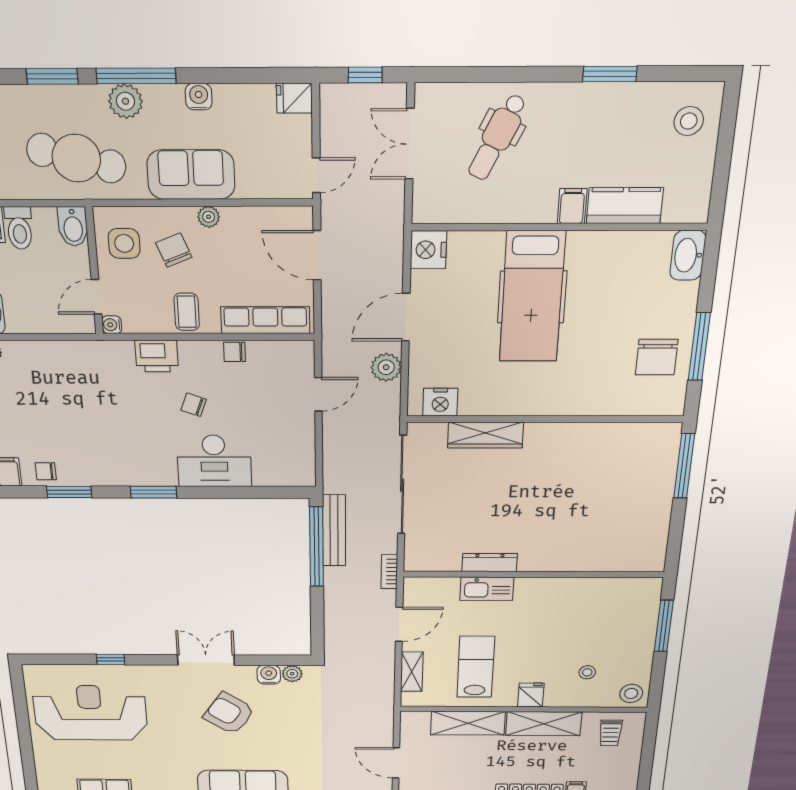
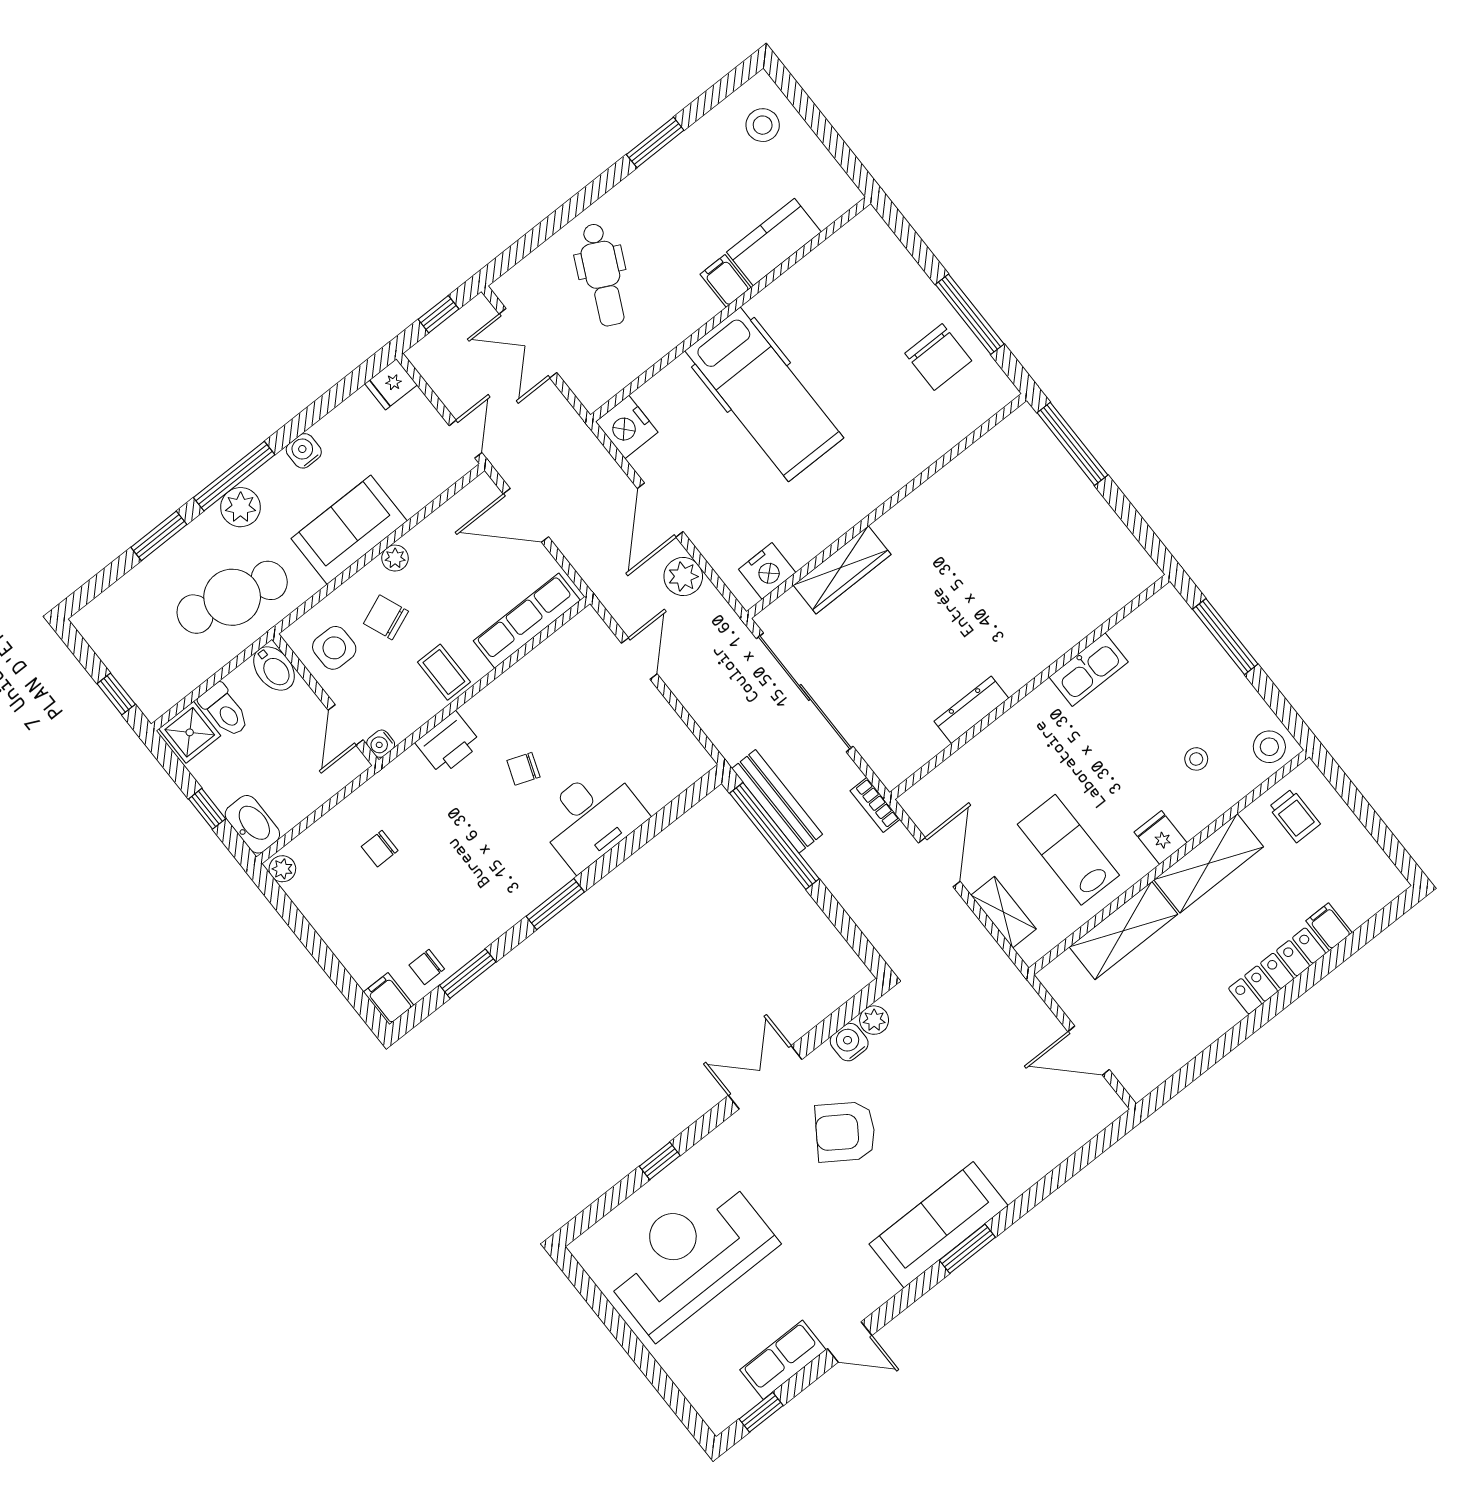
washbasin: (688, 255) -> (875, 239), removed
chair: (235, 352) -> (380, 849), moved
kitchen sink: (487, 589) -> (1089, 670), moved

